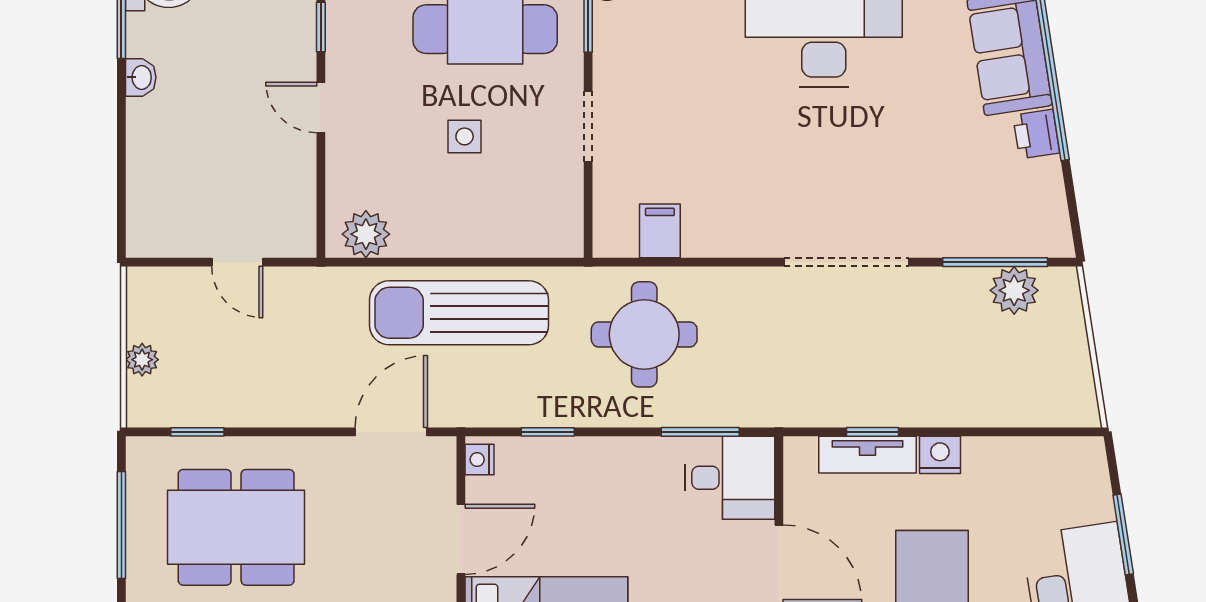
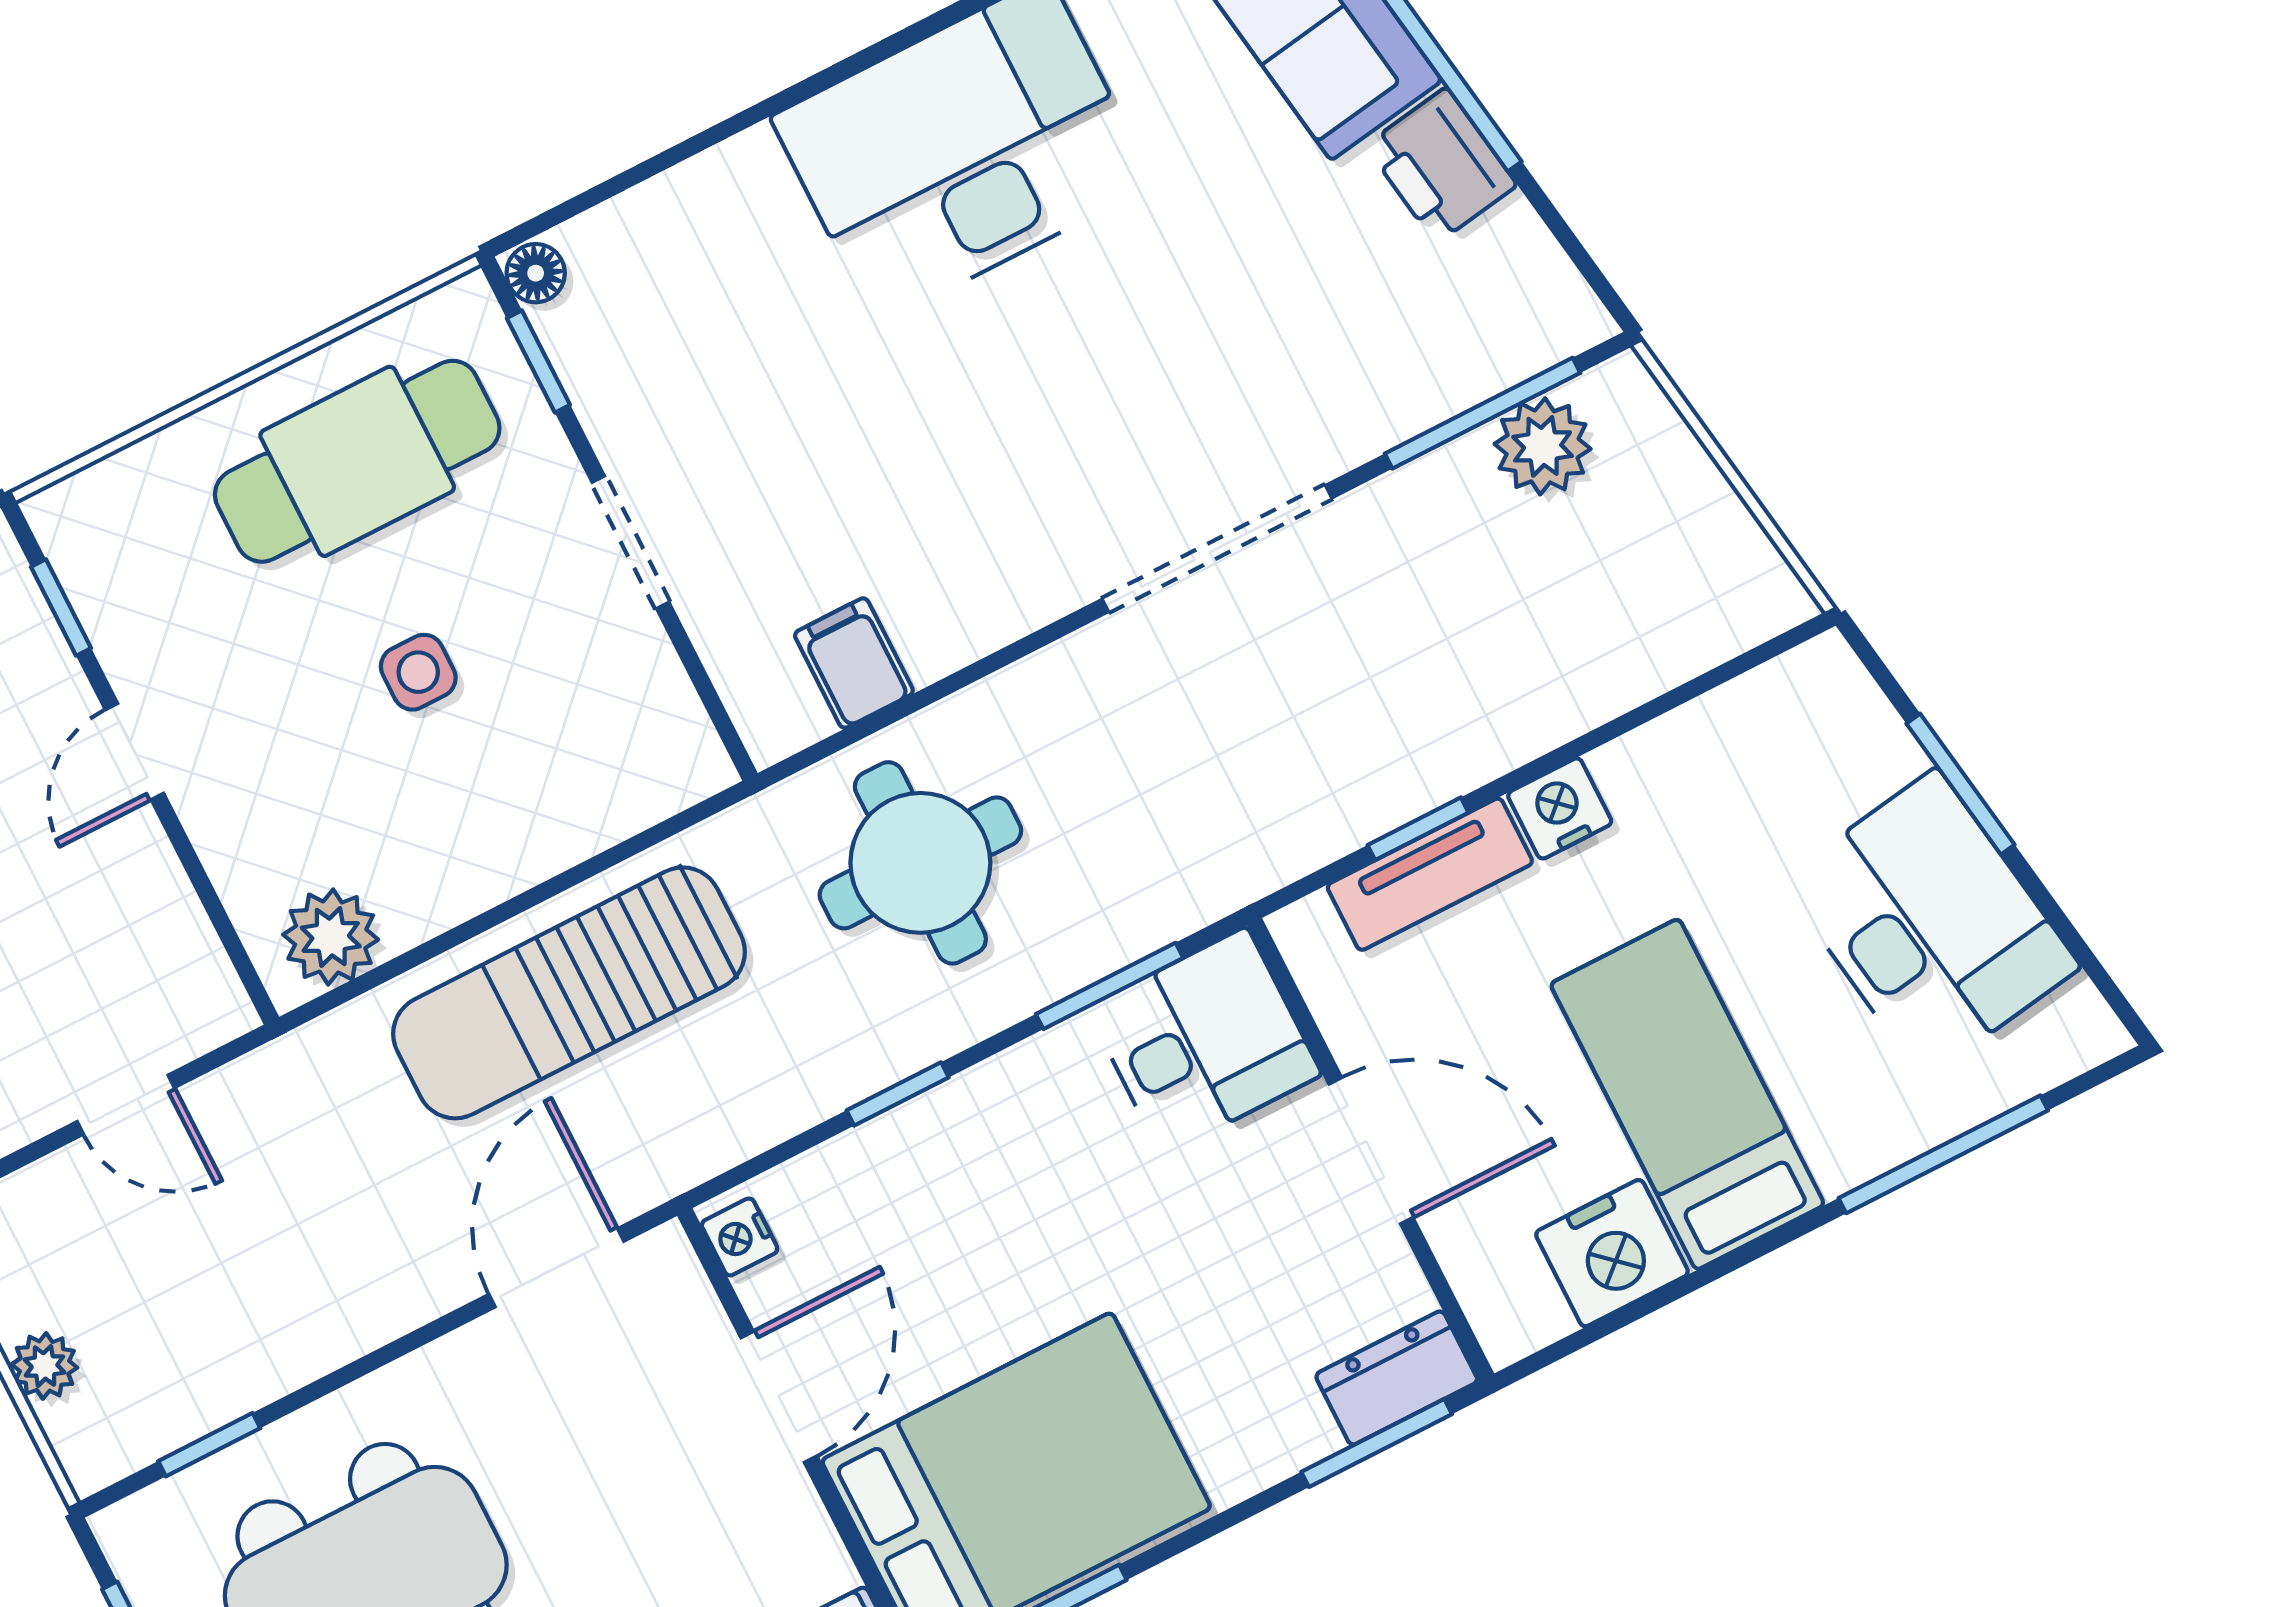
door: (321, 108) -> (134, 752), hinge flipped
printer: (1036, 134) -> (1441, 165), width x1.36, depth x1.24
window: (548, 432) -> (898, 1094), moved

